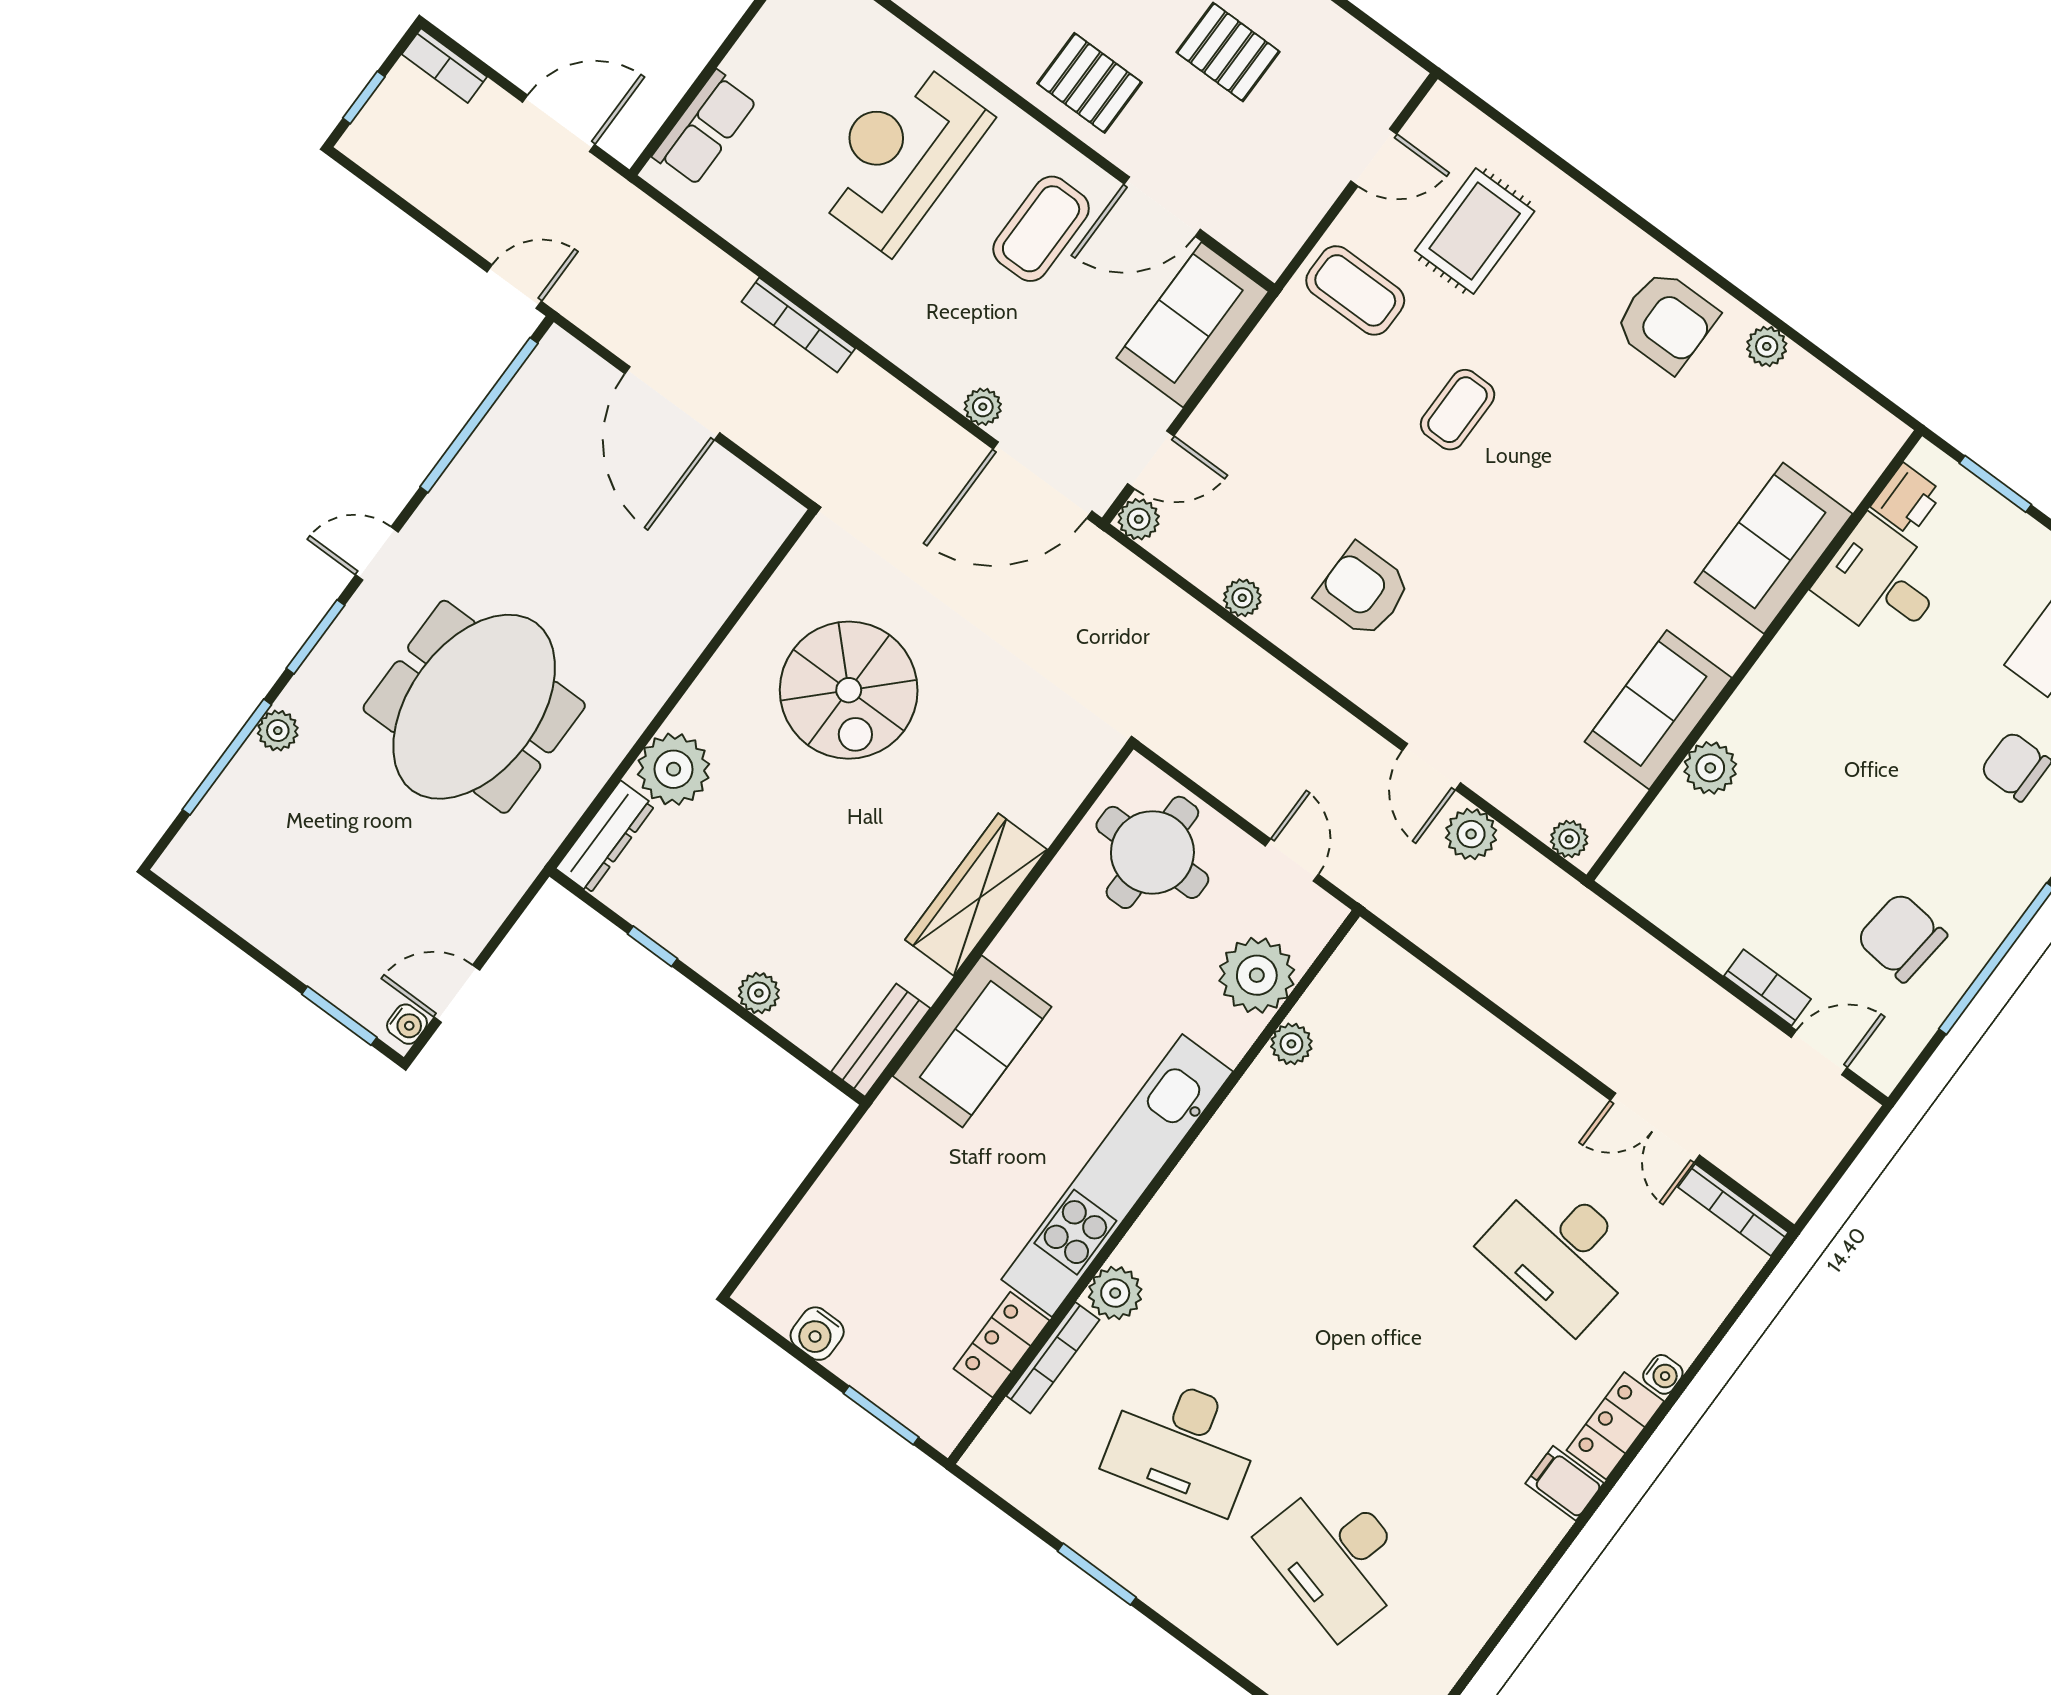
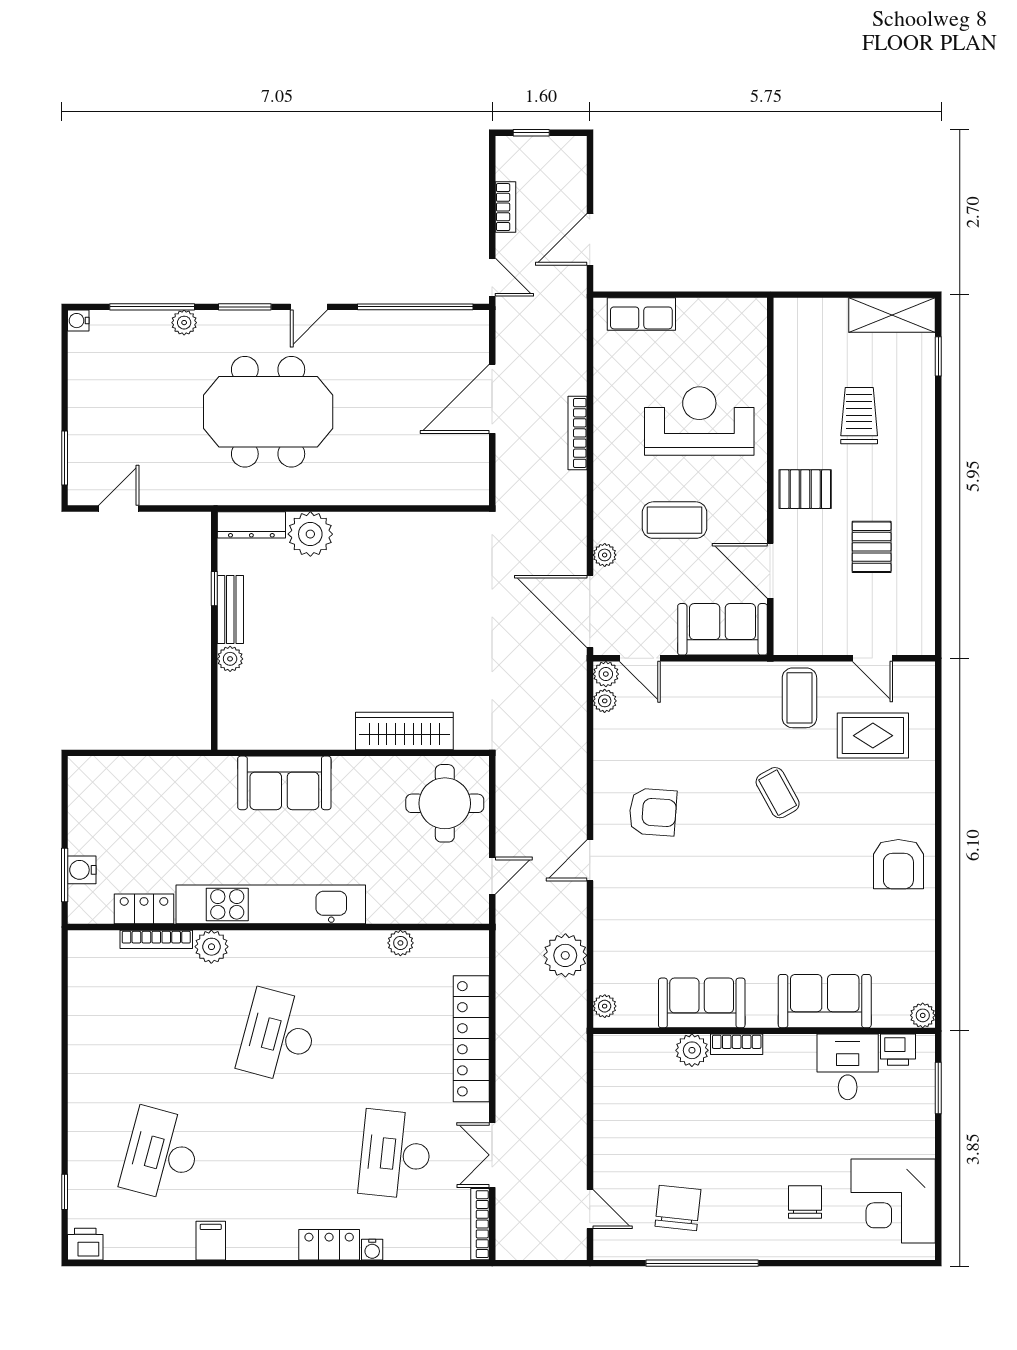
bookcase: (444, 66) -> (505, 207), moved, turned 180
pallet: (1090, 83) -> (805, 489), turned 90
door: (559, 123) -> (590, 239), swing flipped
coffee table: (1041, 229) -> (674, 520), moved
plant: (1767, 346) -> (923, 1015), moved
coffee table: (1458, 410) -> (778, 793), turned 61
door: (377, 553) -> (309, 307), swing flipped
armchair: (1363, 590) -> (653, 812), turned 94
plant: (1242, 598) -> (605, 701), moved
spiral stairs: (849, 690) -> (414, 592), removed
door: (1431, 767) -> (590, 860), moved
plant: (1471, 834) -> (565, 955), width x1.36, depth x1.36
wardrobe: (976, 895) -> (404, 731), moved
plant: (1257, 975) -> (422, 900), removed
bookcase: (1768, 988) -> (737, 1044), moved, turned 90
door: (457, 994) -> (119, 509), hinge flipped
water cooler: (407, 1024) -> (78, 321), moved, turned 90
bench: (881, 1040) -> (230, 610), moved, turned 90
locker: (1484, 1044) -> (471, 1039), added
water cooler: (817, 1334) -> (82, 870), moved
desk: (1183, 1444) -> (278, 1036), moved, turned 30
filing cabinet: (1564, 1483) -> (211, 1241), moved
window: (1097, 1574) -> (65, 1041), removed

